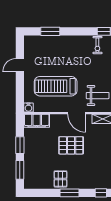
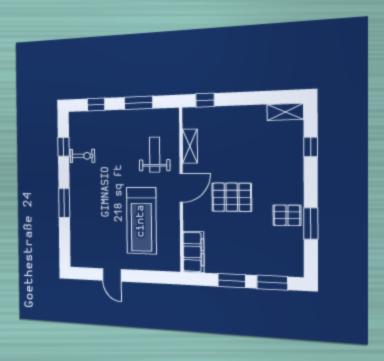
window: (50, 31) -> (64, 203), moved
water cooler: (28, 107) -> (173, 264), removed
pallet: (71, 145) -> (232, 197), turned 90
window: (70, 193) -> (311, 223), moved

